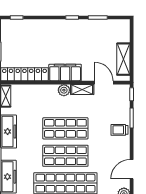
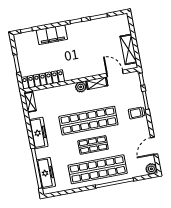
filing cabinet: (65, 73) -> (52, 35), moved, turned 180
shop shelf: (65, 128) -> (88, 121), width x1.40
shop shelf: (65, 156) -> (93, 145), width x0.70, depth x0.74

